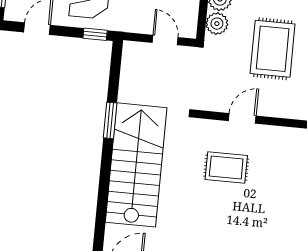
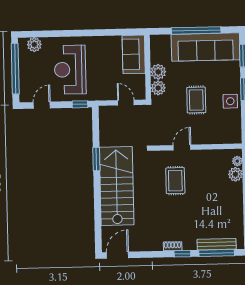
rug: (273, 49) -> (196, 100), width x0.73, depth x0.70
rug: (226, 167) -> (175, 181), turned 90

